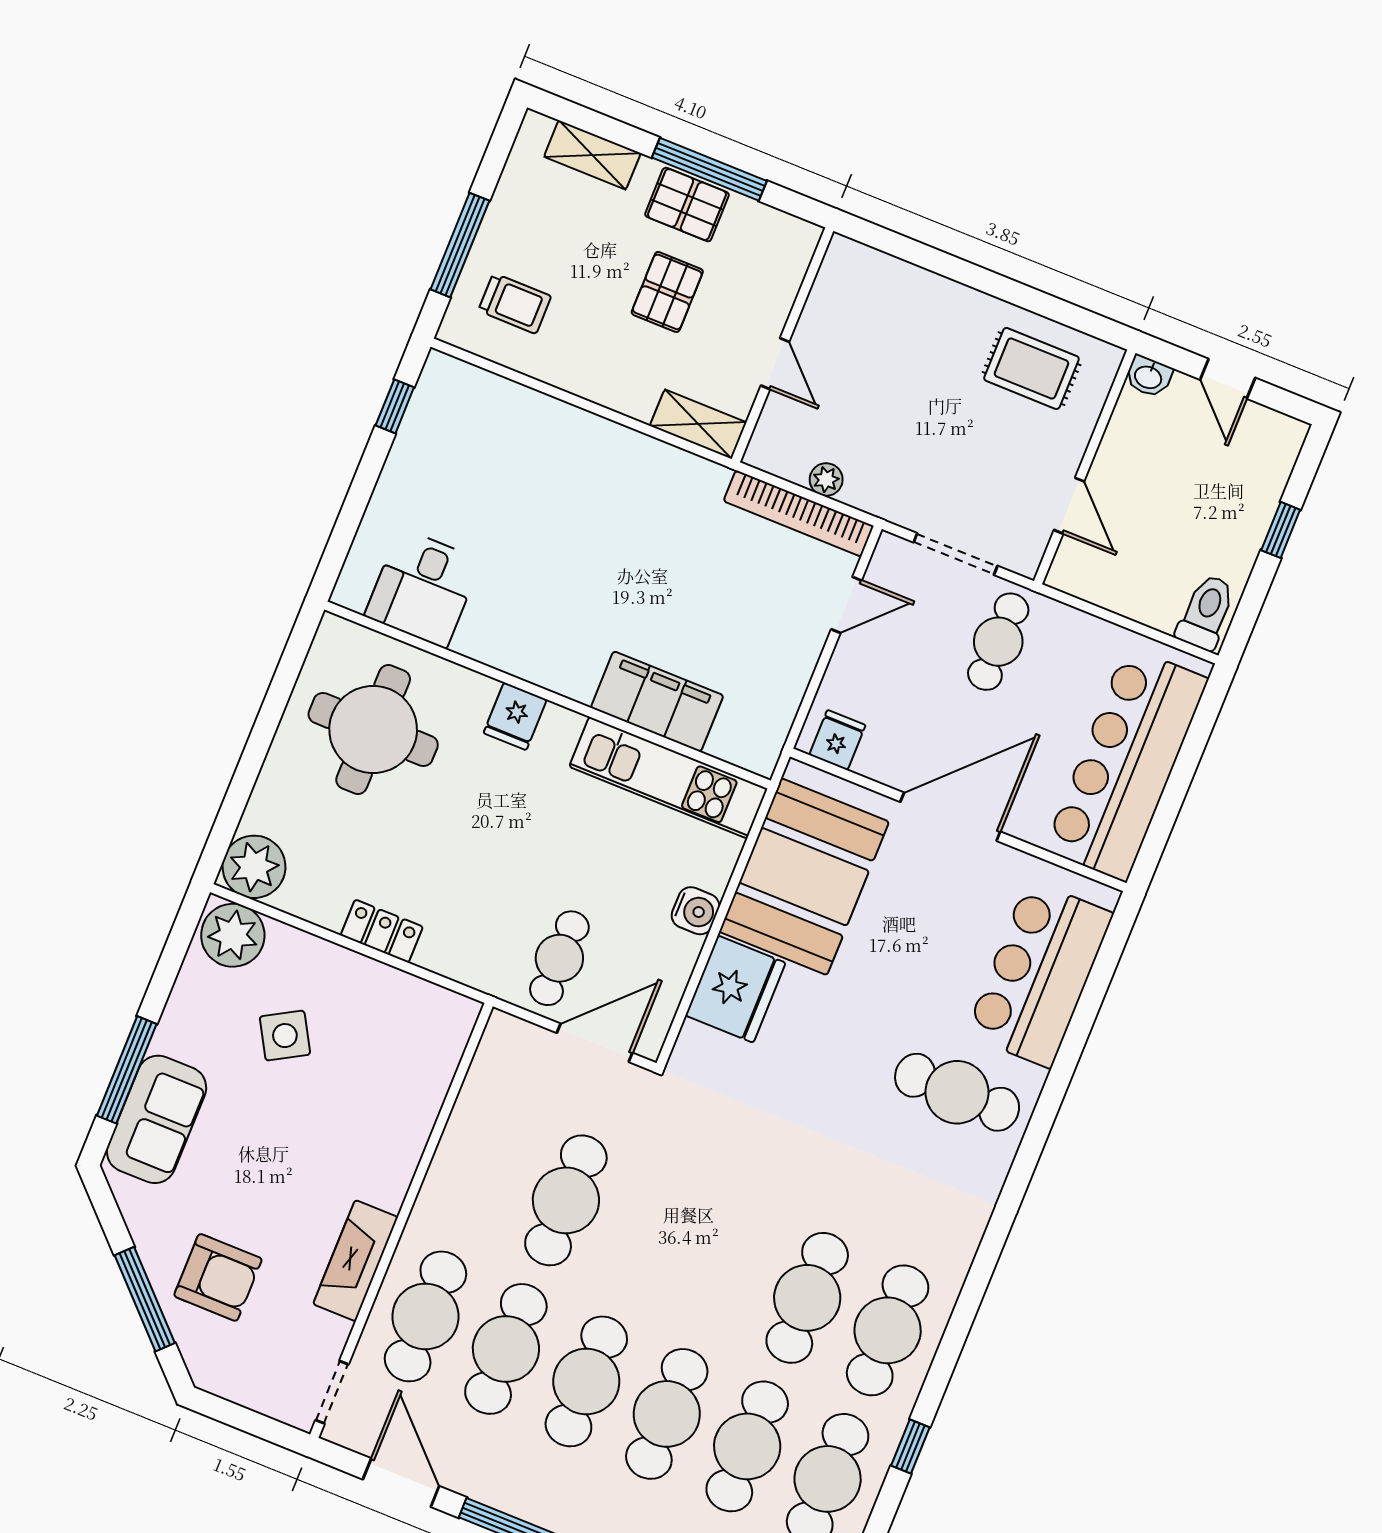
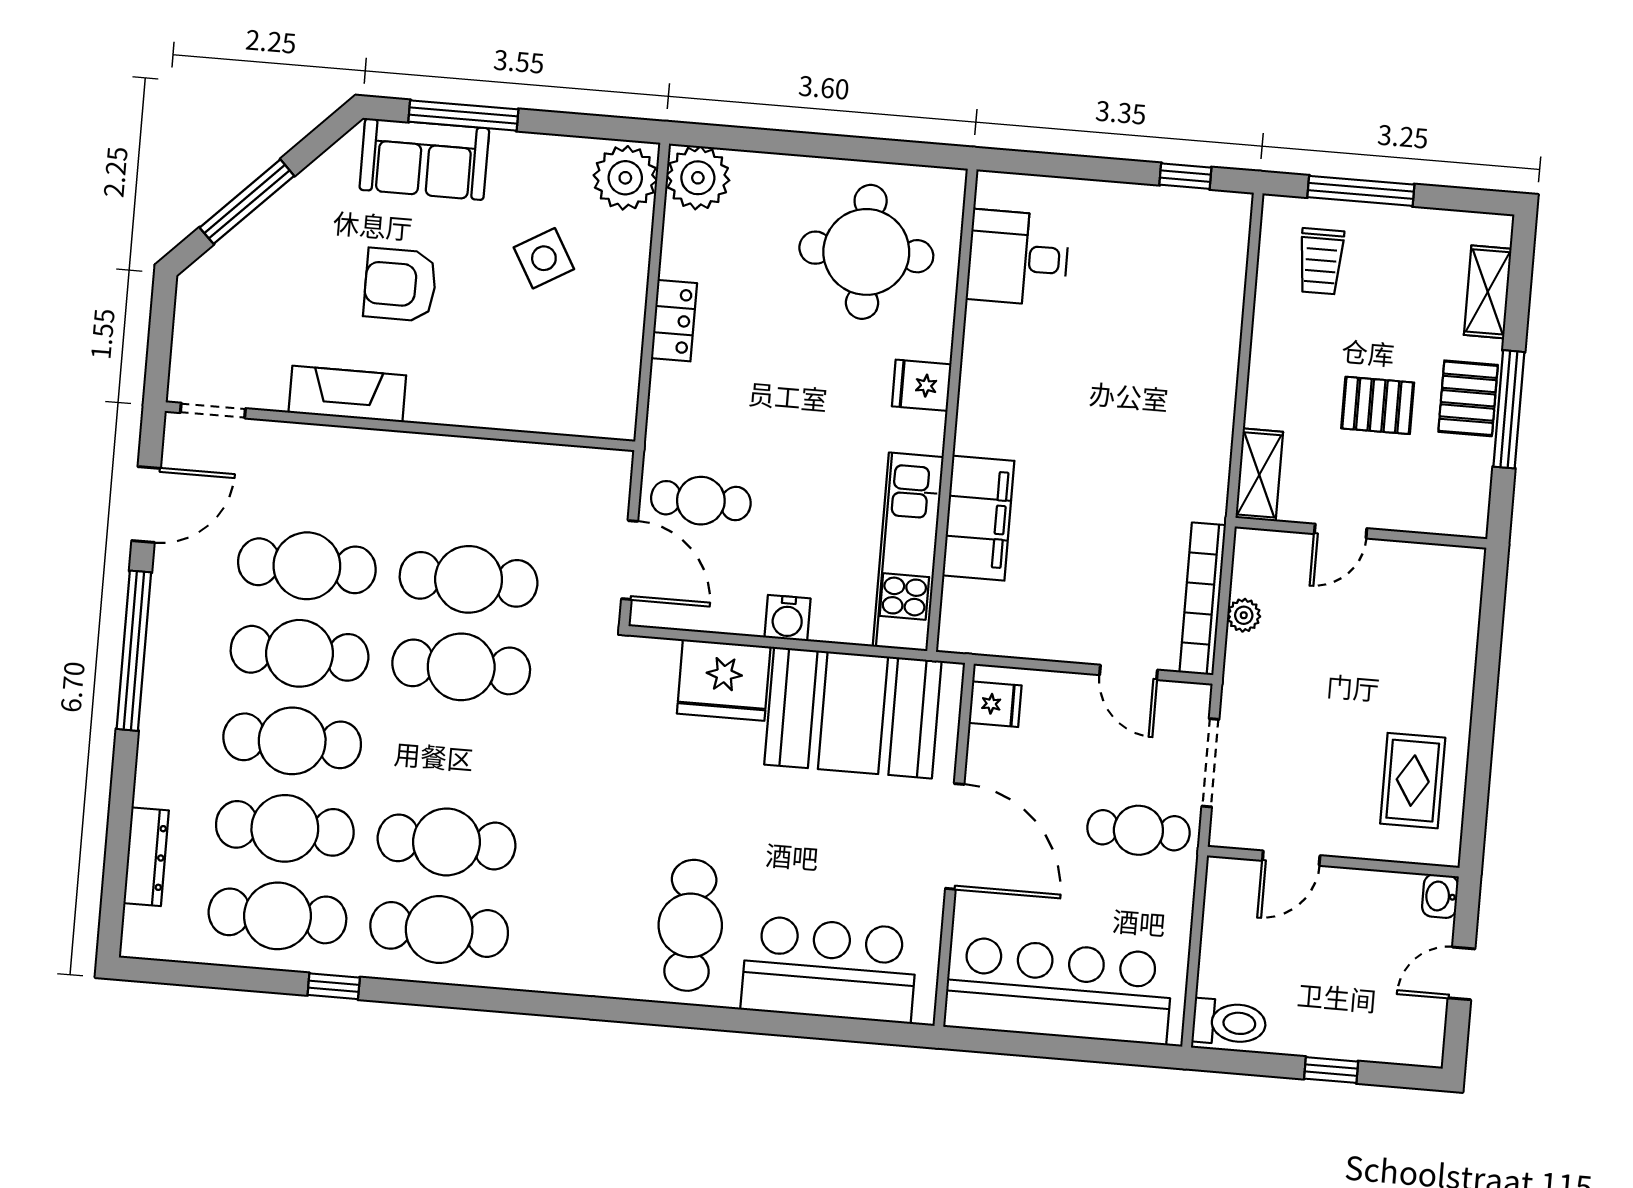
armchair: (218, 1277) -> (400, 285), moved, turned 90
cafe table: (425, 1316) -> (461, 667), moved

